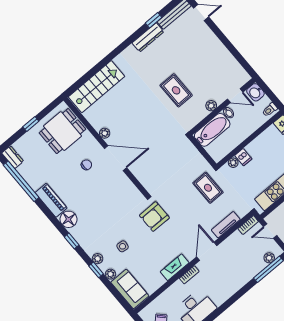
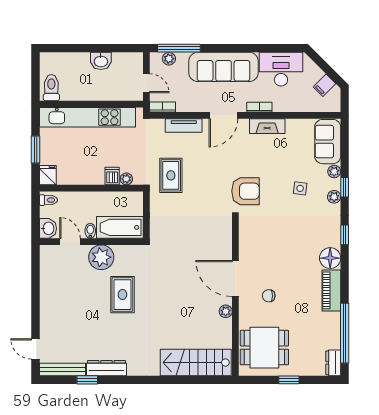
plant: (211, 106) -> (101, 257), width x1.88, depth x1.88
sofa: (232, 281) -> (224, 67), added

